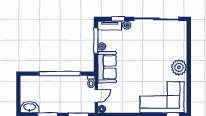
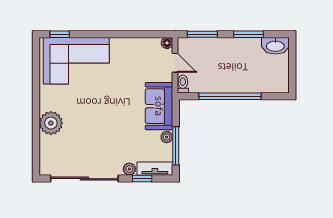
plant: (179, 67) -> (51, 123), moved
door: (96, 96) -> (175, 63), swing flipped

